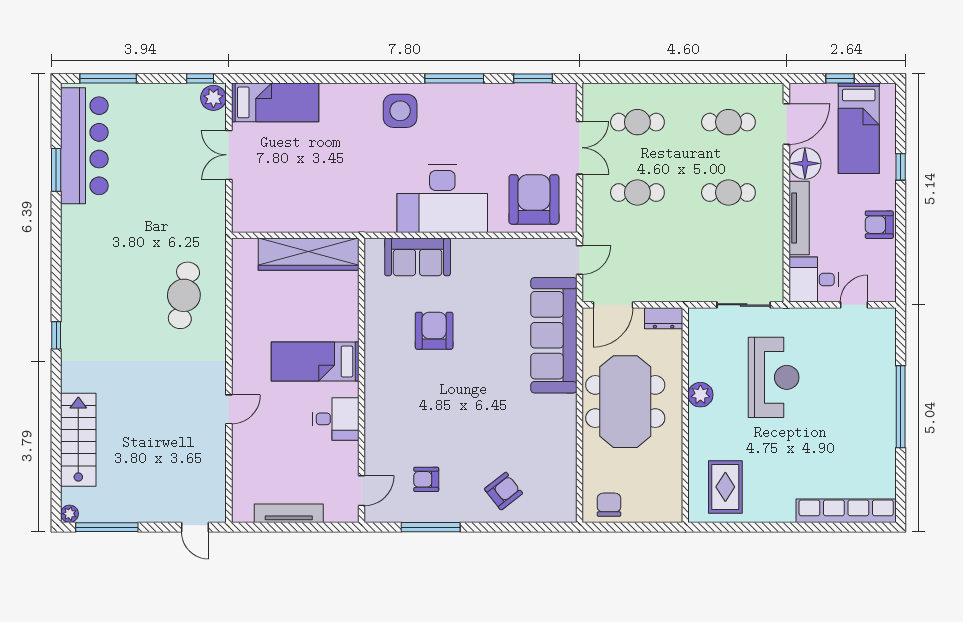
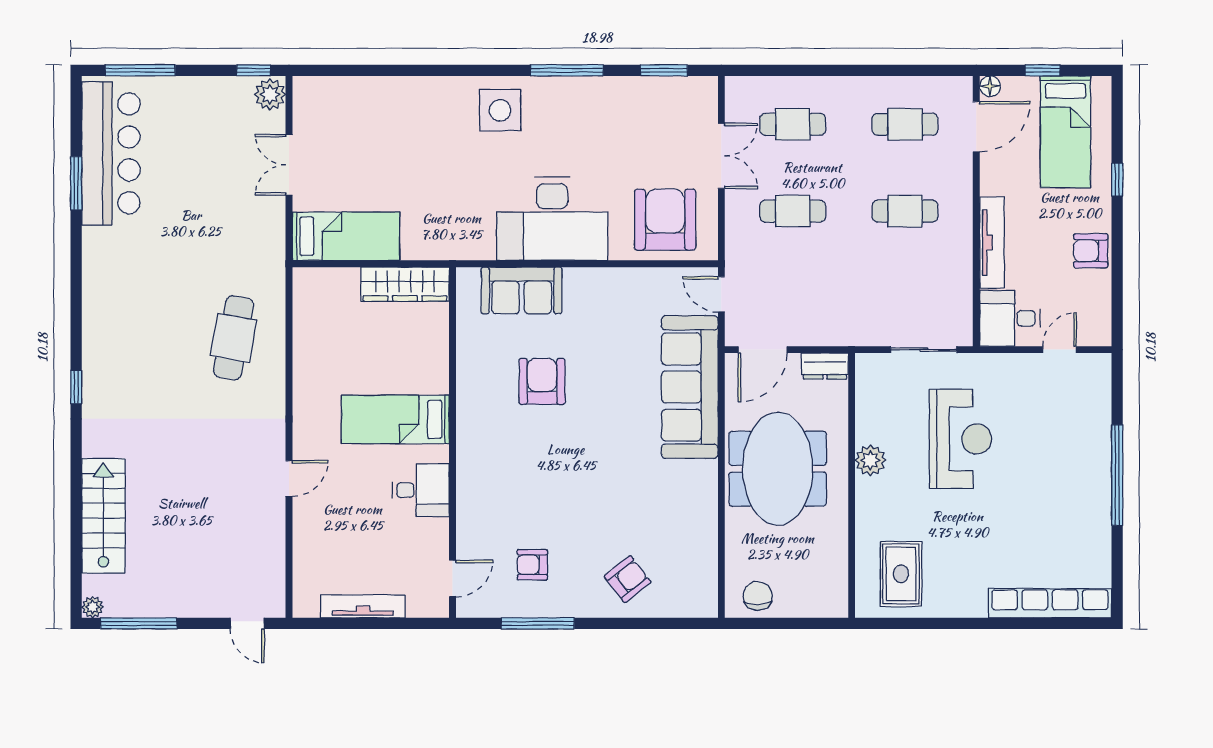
bed: (275, 102) -> (346, 236), moved
floor lamp: (805, 163) -> (990, 86), moved, width x0.53, depth x0.53
wardrobe: (309, 254) -> (405, 284), width x0.71, depth x0.85
door: (580, 260) -> (721, 294), swing flipped

